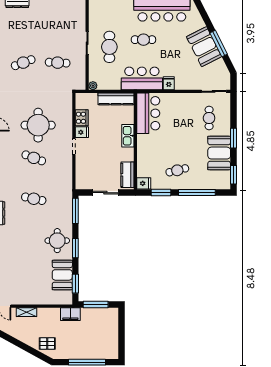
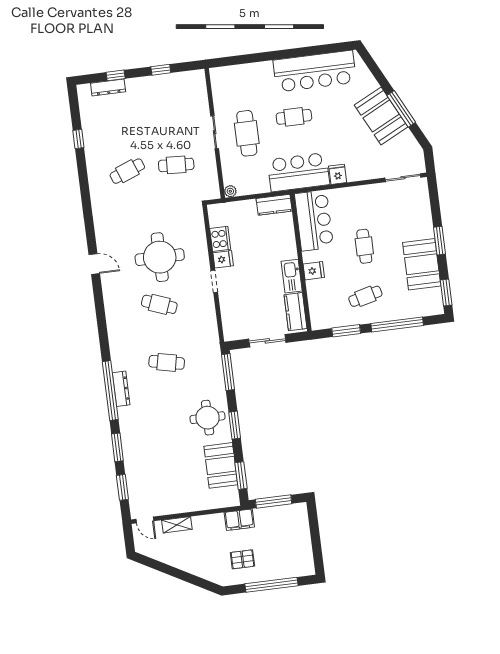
kitchen counter: (116, 99) -> (274, 205), width x0.67
cafe table: (209, 118) -> (364, 246), moved
kitchen sink: (128, 136) -> (292, 276), moved
fridge: (144, 183) -> (314, 271), moved
pallet: (47, 344) -> (242, 559), moved

